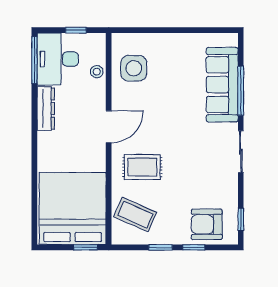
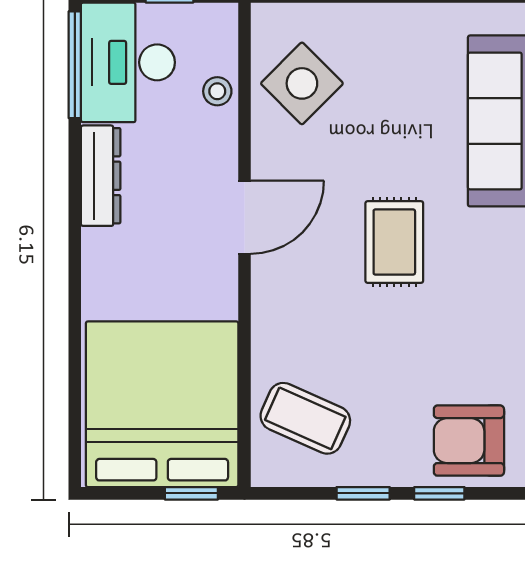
side table: (134, 68) -> (302, 83), turned 45
rug: (142, 167) -> (394, 242), moved, turned 90

